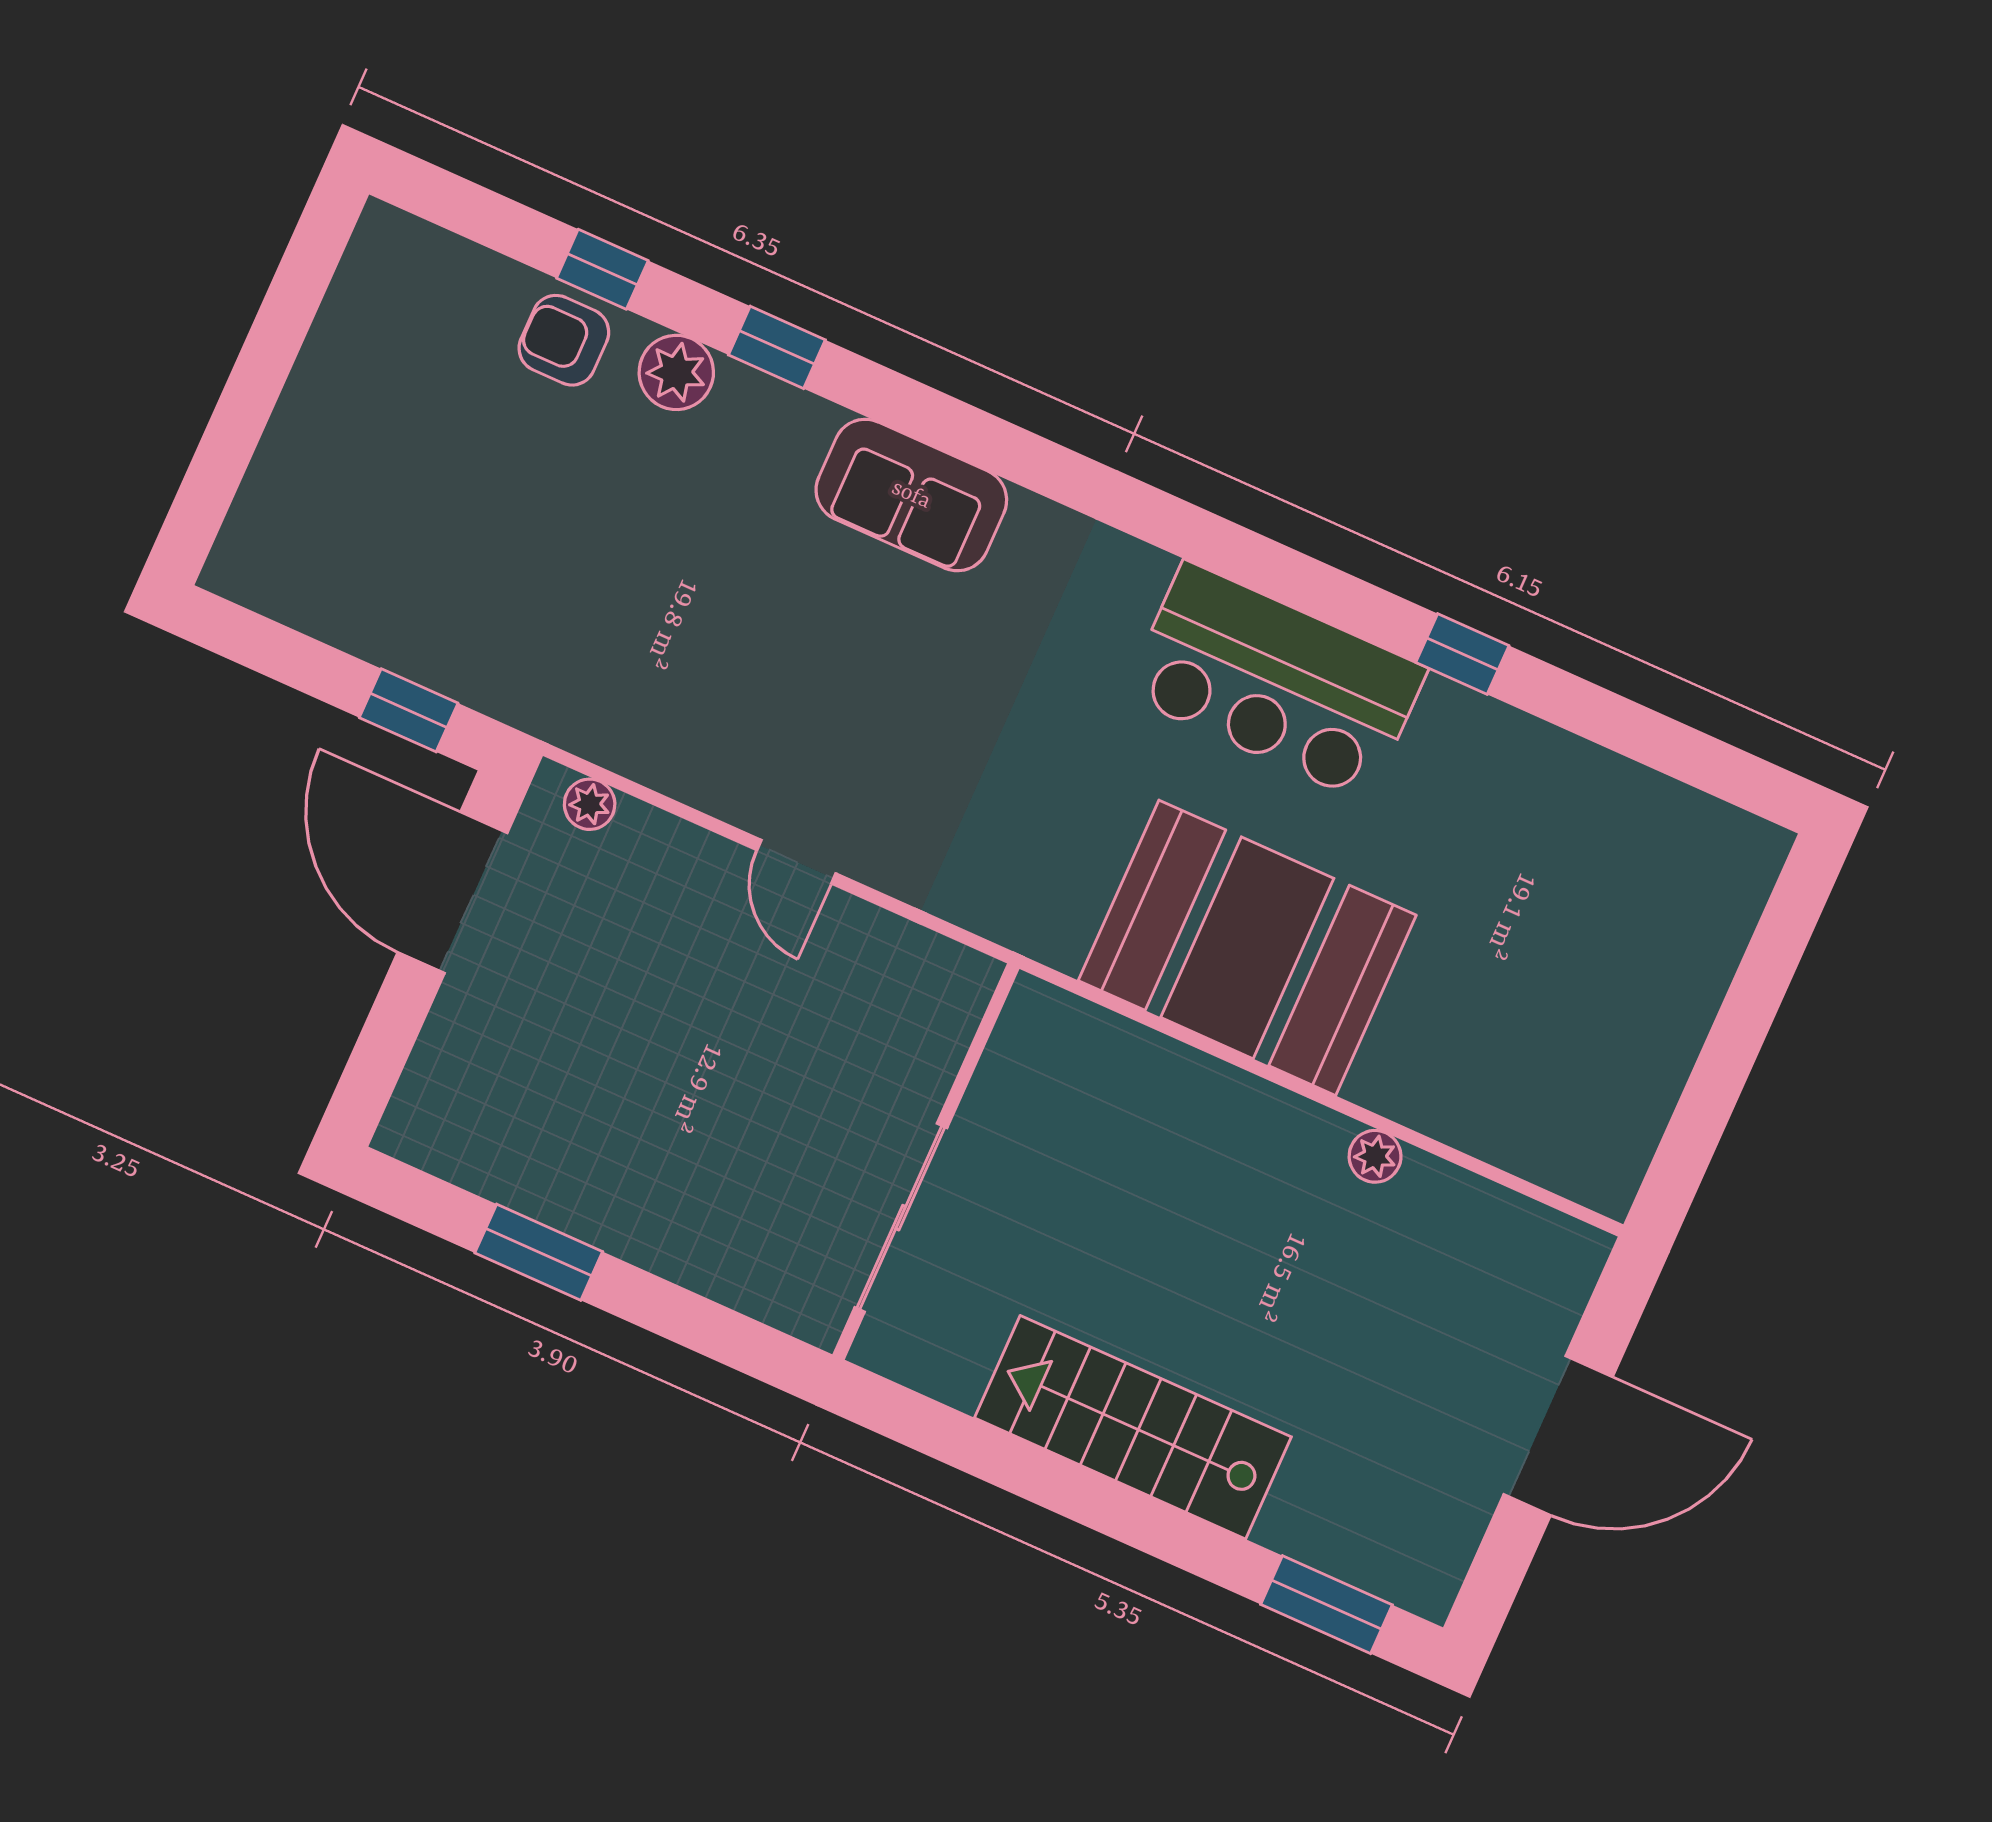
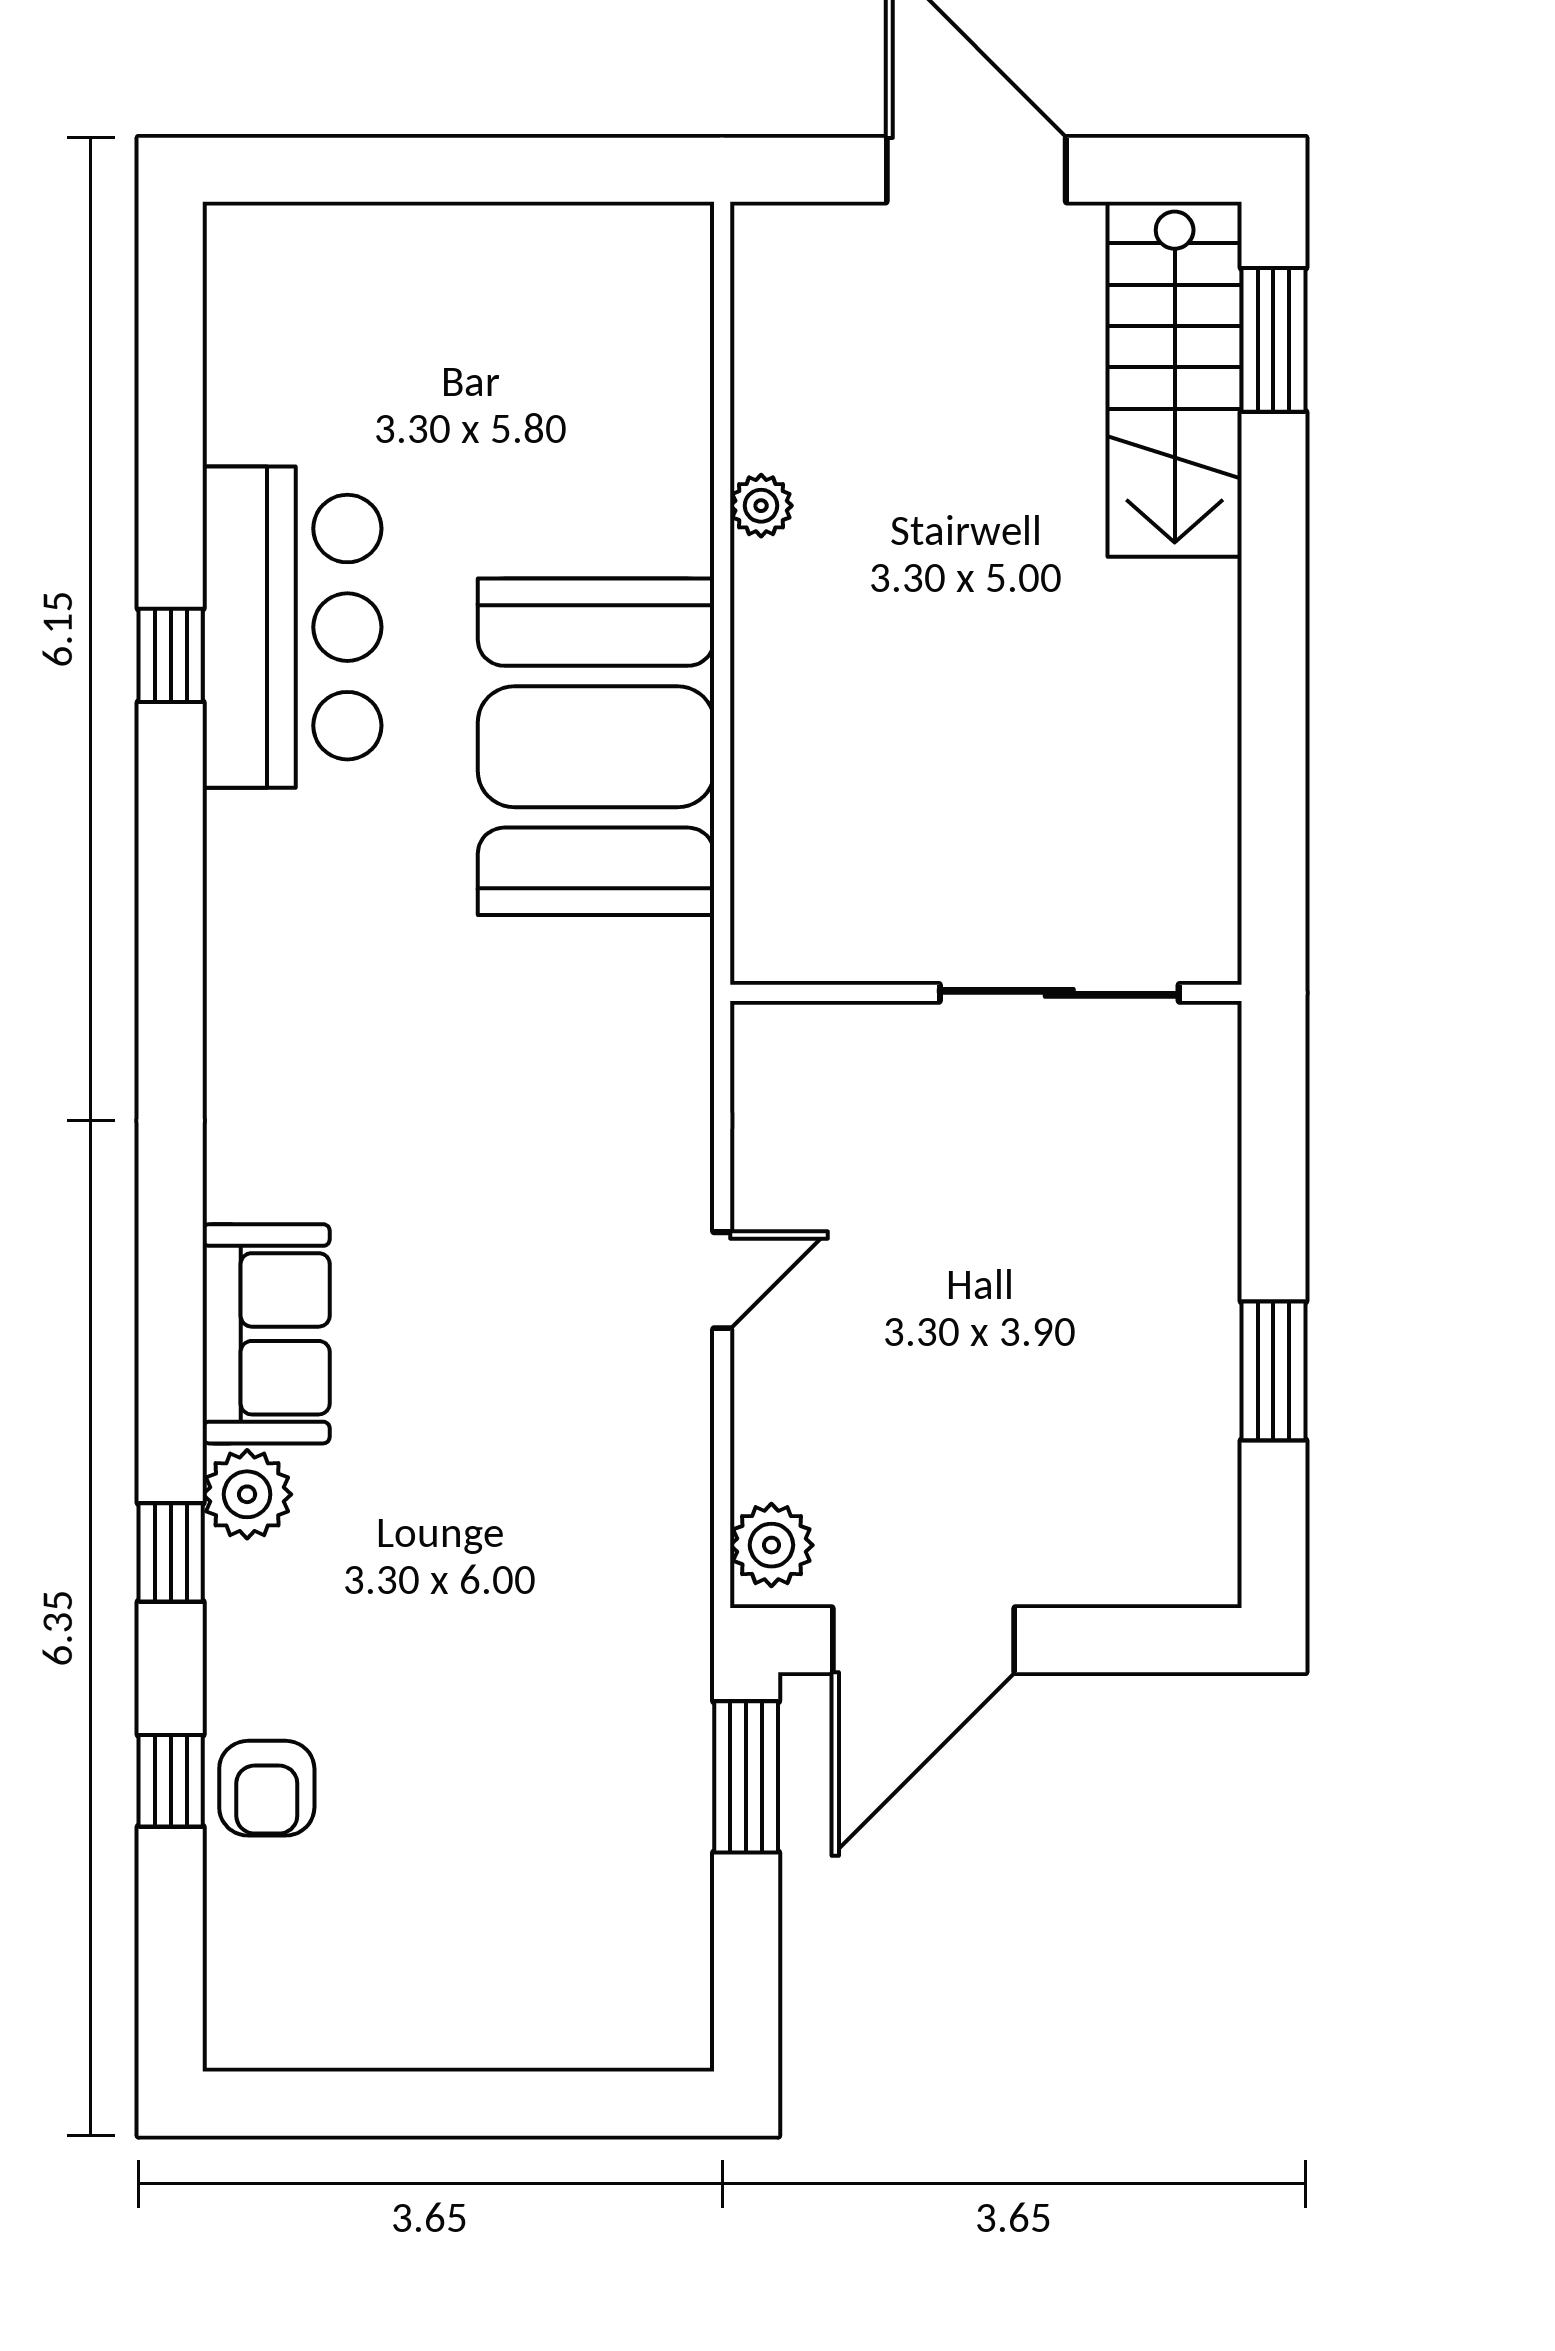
plant: (676, 372) -> (247, 1494), moved
bar counter: (1276, 682) -> (292, 627), moved
window: (409, 710) -> (746, 1777), width x1.50
plant: (590, 804) -> (771, 1545), width x1.38, depth x1.38
stairs: (1133, 1427) -> (1175, 379), moved

